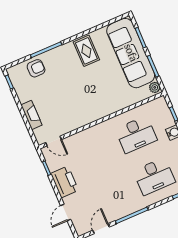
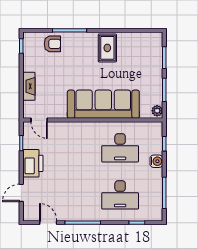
sofa: (131, 53) -> (103, 104), moved, turned 90
door: (101, 229) -> (48, 223), hinge flipped

